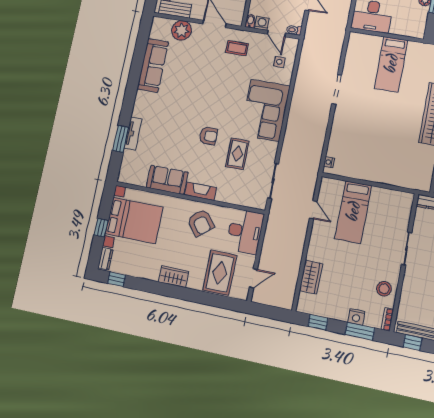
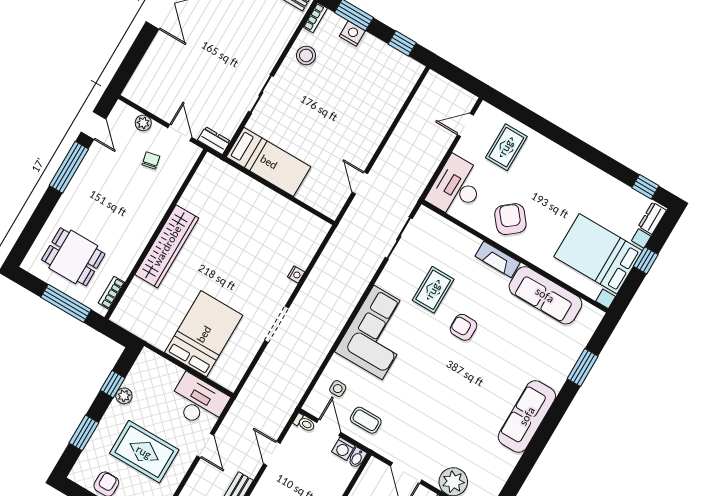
coffee table: (237, 48) -> (366, 420), moved
bed: (391, 64) -> (204, 334), width x1.50
sofa: (153, 65) -> (527, 416), moved
tv unit: (133, 134) -> (564, 368), removed
nightstand: (329, 162) -> (296, 274), moved
sofa: (167, 180) -> (545, 295), width x1.36
bed: (353, 212) -> (269, 162), moved, turned 90
rug: (220, 273) -> (506, 147), width x0.73, depth x0.70
wardrobe: (174, 277) -> (569, 163), removed
wardrobe: (311, 277) -> (392, 101), removed

